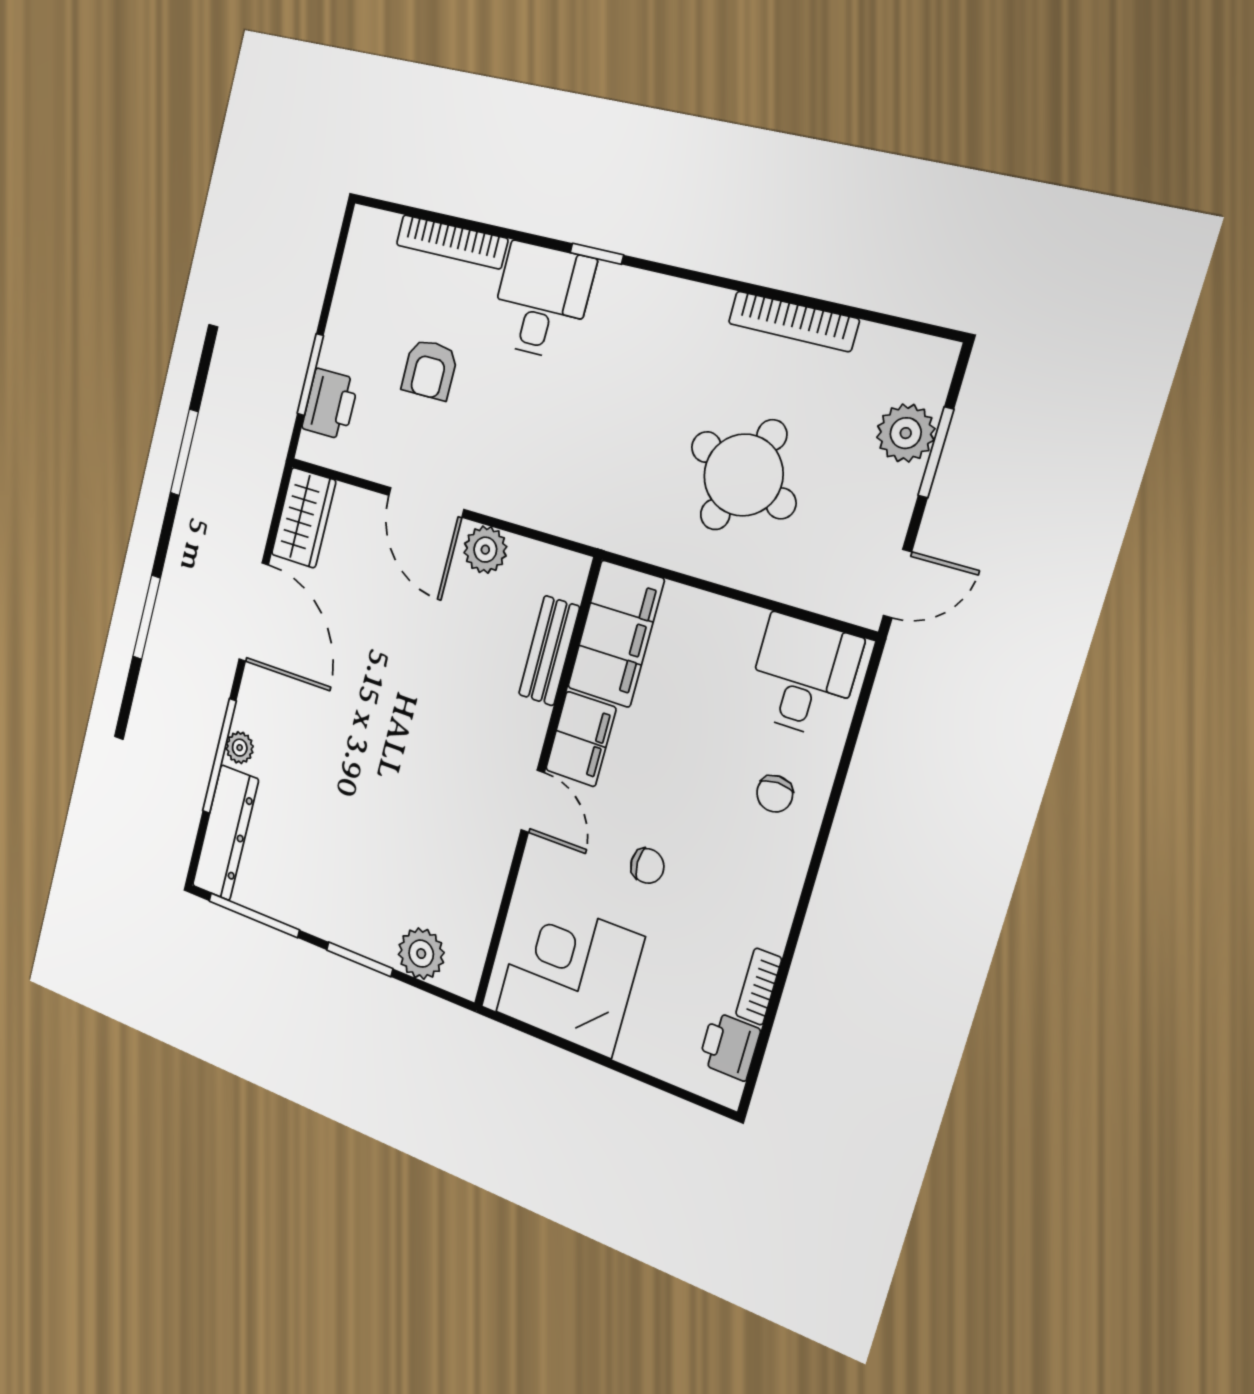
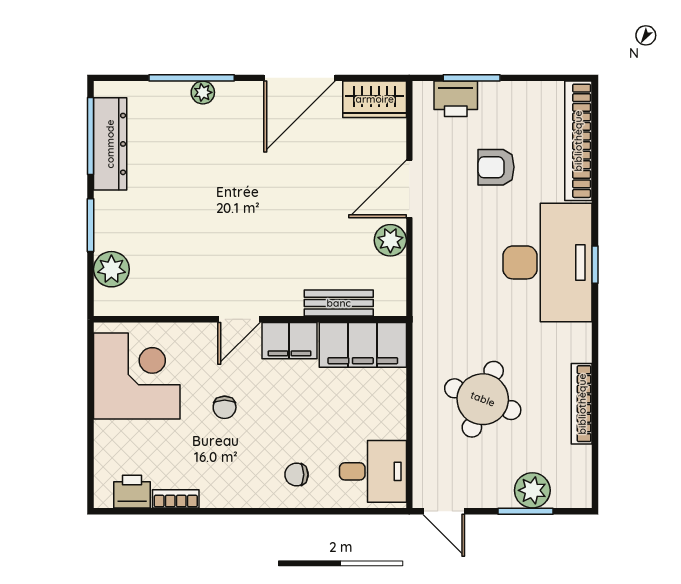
bookcase: (452, 242) -> (578, 141), width x1.48, depth x1.31
desk: (541, 301) -> (548, 262), width x1.87, depth x1.30
dresser: (225, 833) -> (110, 144), moved, turned -90

